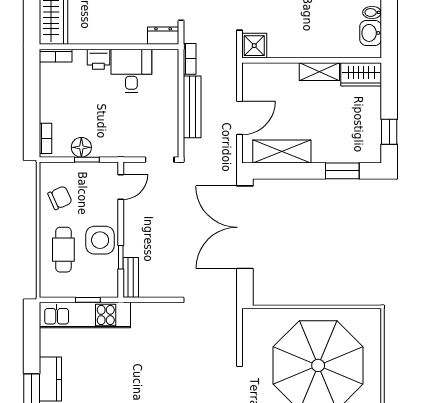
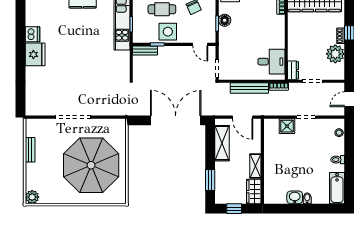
printer: (98, 59) -> (279, 31), removed
wall: (312, 60) -> (262, 161), moved
desk: (131, 71) -> (271, 62), moved
shelving: (319, 72) -> (255, 166), moved
wardrobe: (361, 74) -> (254, 192), moved

